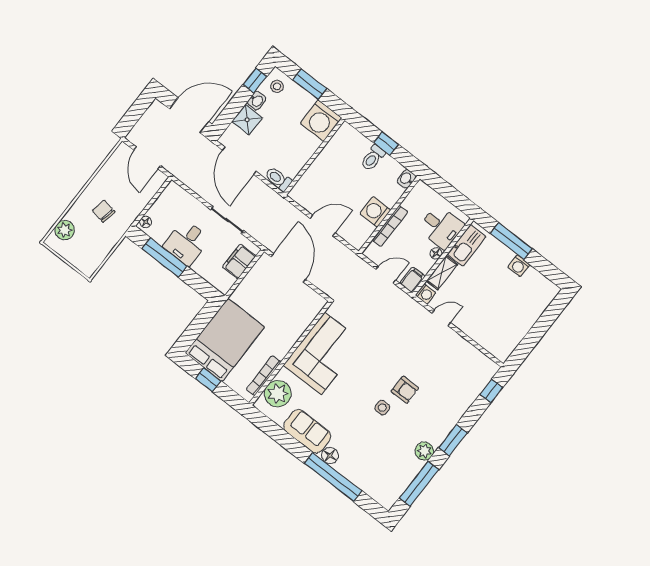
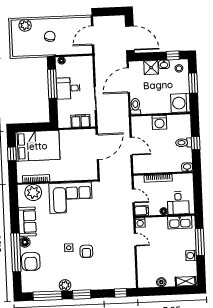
washing machine: (375, 212) -> (159, 122), moved, turned 180
shelving: (442, 273) -> (186, 281), moved
boiler: (521, 330) -> (161, 282), added
armchair: (360, 468) -> (31, 262), added

